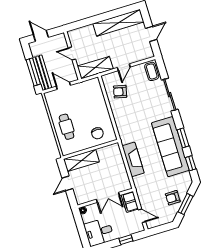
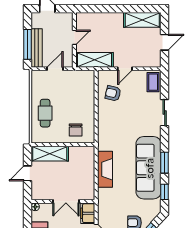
shelving: (118, 23) -> (142, 20), width x0.68
door: (72, 54) -> (74, 37), swing flipped
door: (63, 86) -> (55, 69), hinge flipped
sliding door: (170, 95) -> (165, 113), width x0.73

